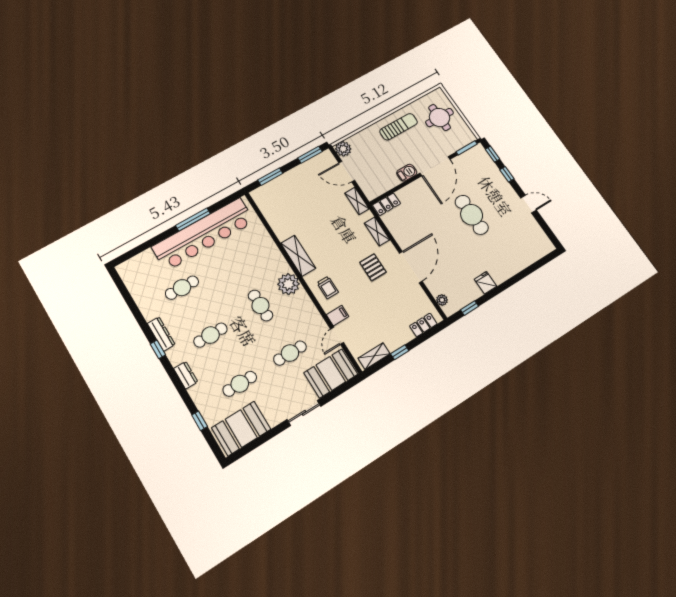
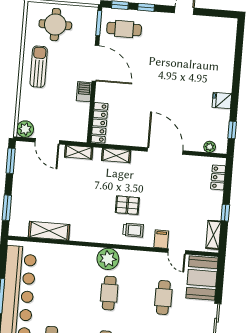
door: (347, 172) -> (47, 141), hinge flipped
locker: (387, 204) -> (100, 123), width x1.53
cafe table: (472, 215) -> (124, 29), moved, width x0.73, depth x0.74
shelving: (298, 256) -> (49, 231), moved
pallet: (373, 267) -> (127, 205), moved
cafe table: (260, 305) -> (109, 293), turned 90

